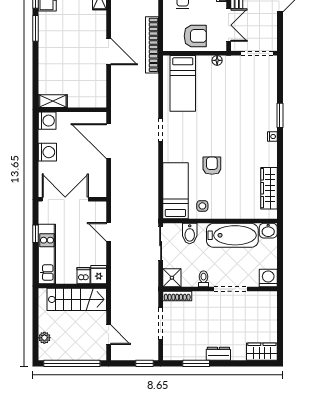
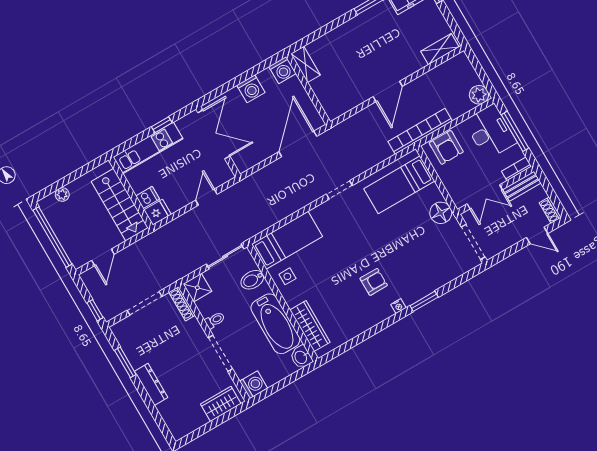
armchair: (195, 36) -> (446, 147), moved
floor lamp: (217, 60) -> (441, 213), width x1.89, depth x1.89
armchair: (212, 166) -> (374, 282), moved
wardrobe: (269, 188) -> (310, 326), moved, turned 90
wardrobe: (262, 352) -> (221, 404), moved, turned -90
dresser: (218, 354) -> (151, 384), width x1.44

